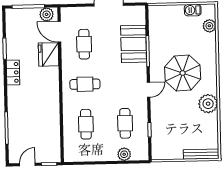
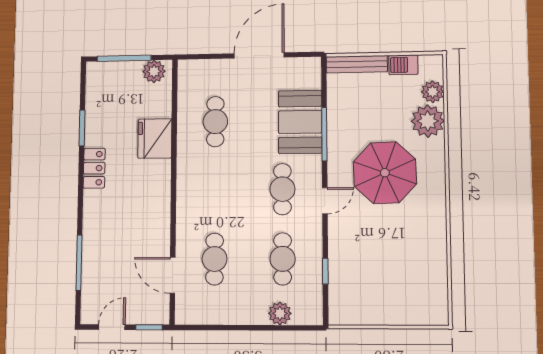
door: (59, 32) -> (173, 275), moved
cafe table: (85, 84) -> (282, 189), moved, turned 90
plant: (208, 104) -> (428, 121), moved
bench: (201, 154) -> (357, 64), moved

